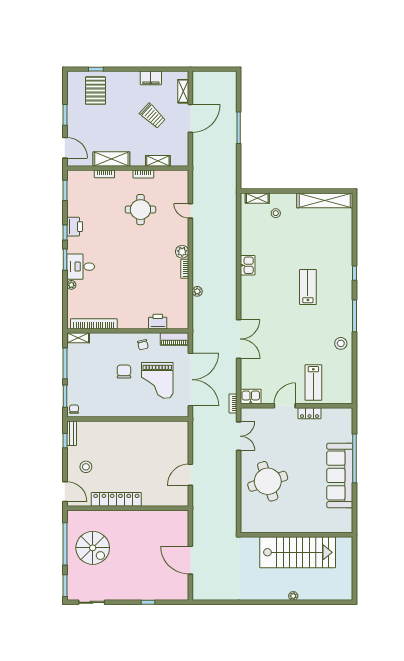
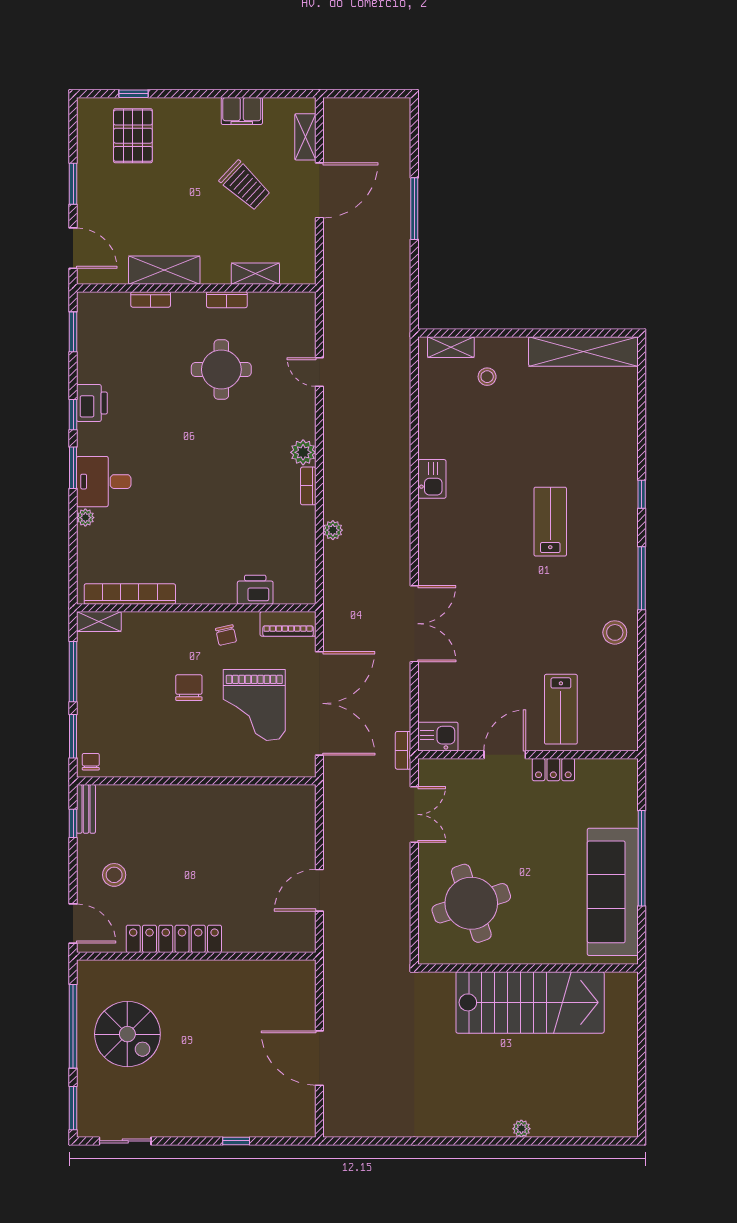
wall: (297, 535) -> (528, 968), moved
stairs: (298, 552) -> (530, 1002), moved

